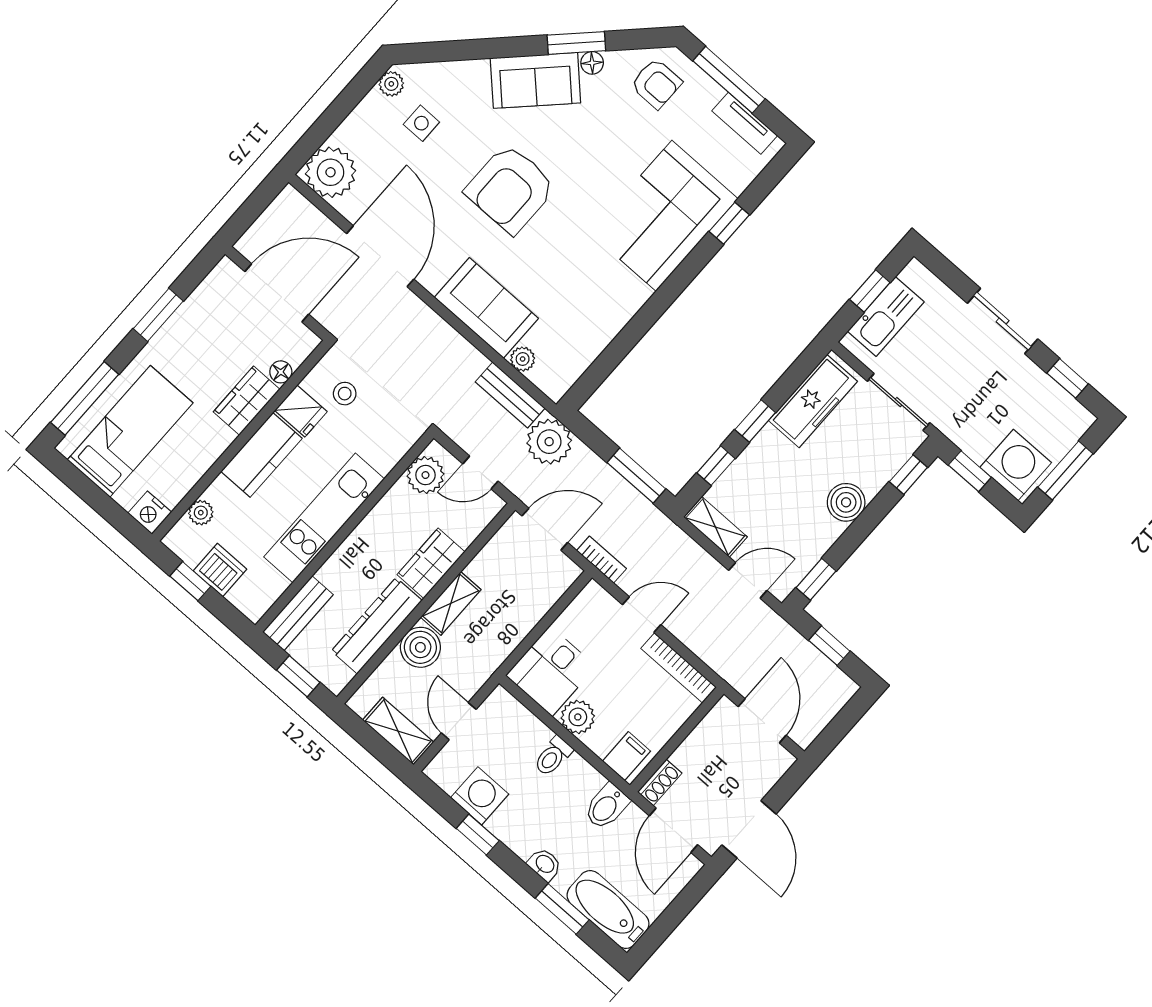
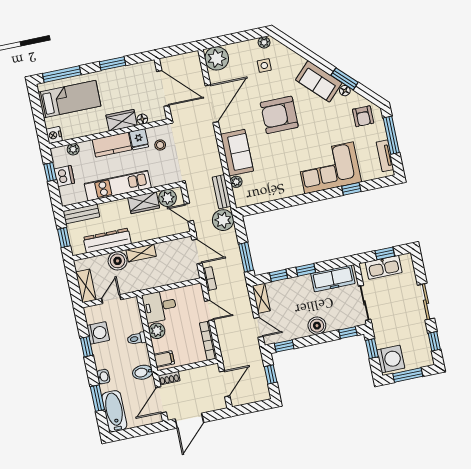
wardrobe: (431, 563) -> (144, 203), moved, turned 180

